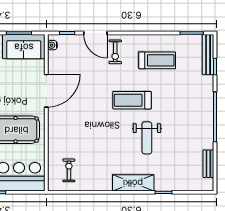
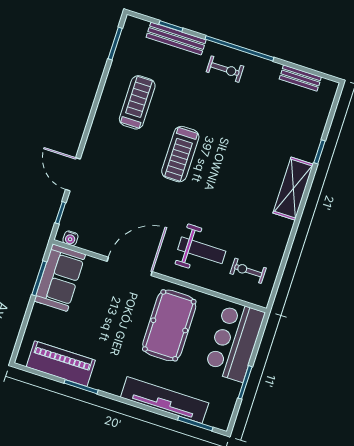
door: (95, 33) -> (73, 174), swing flipped
exercise bike: (115, 52) -> (225, 69), moved
bench: (208, 55) -> (176, 38), moved
door: (46, 91) -> (130, 266), hinge flipped
weight bench: (147, 138) -> (202, 250), moved

